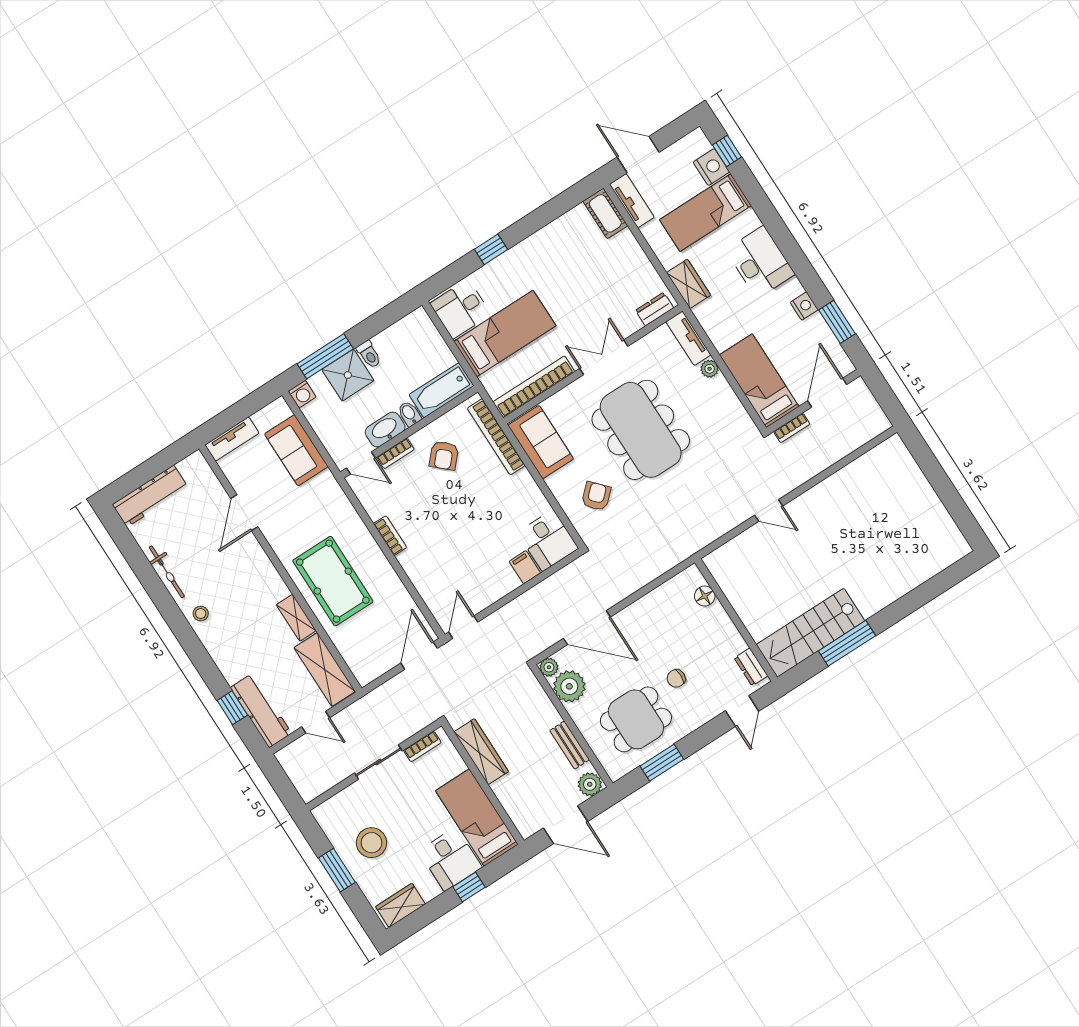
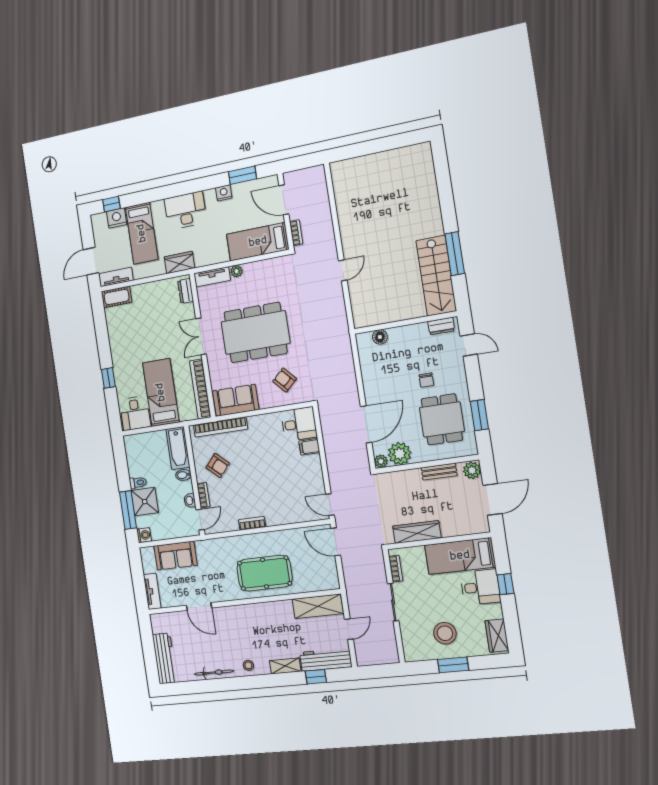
washbasin: (385, 430) -> (190, 501), width x0.52, depth x0.69
shelving: (296, 618) -> (285, 666), moved

